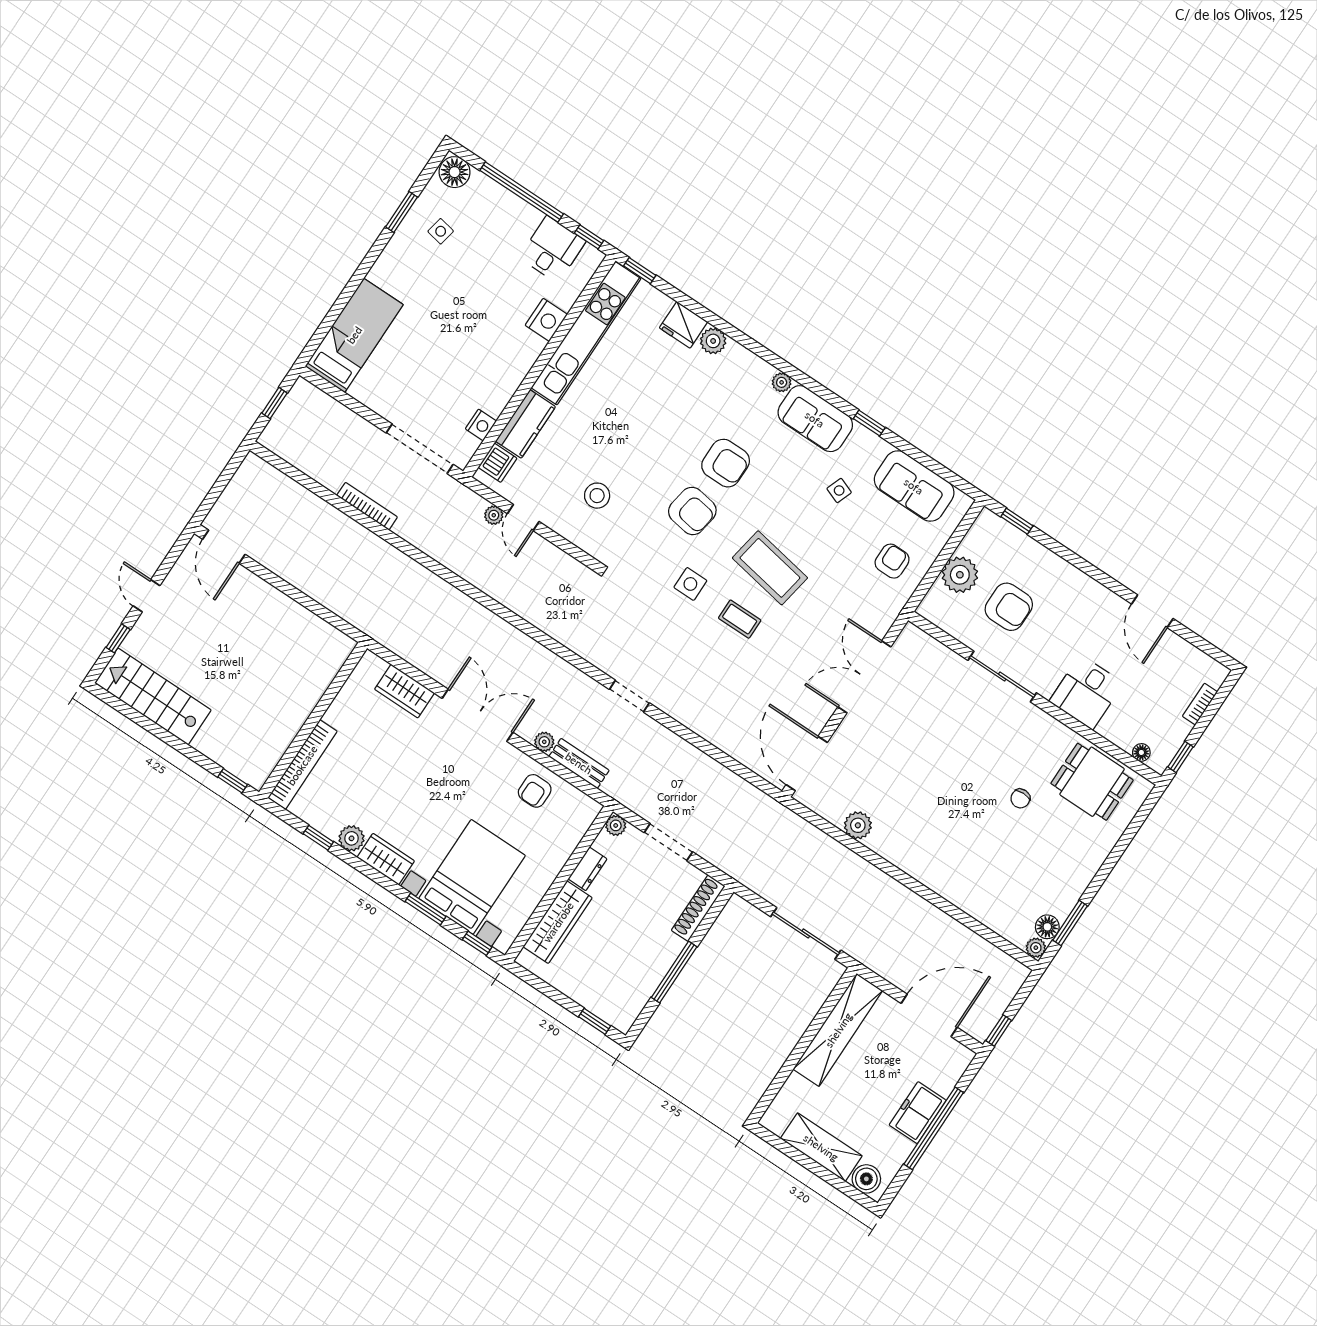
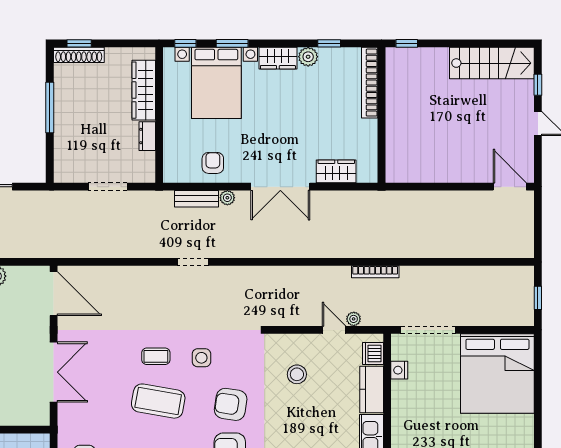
bed: (354, 335) -> (497, 373), width x2.04
bookcase: (367, 506) -> (375, 272), moved
plant: (616, 825) -> (148, 175), removed
shoe rack: (698, 908) -> (79, 55), moved, turned 90

